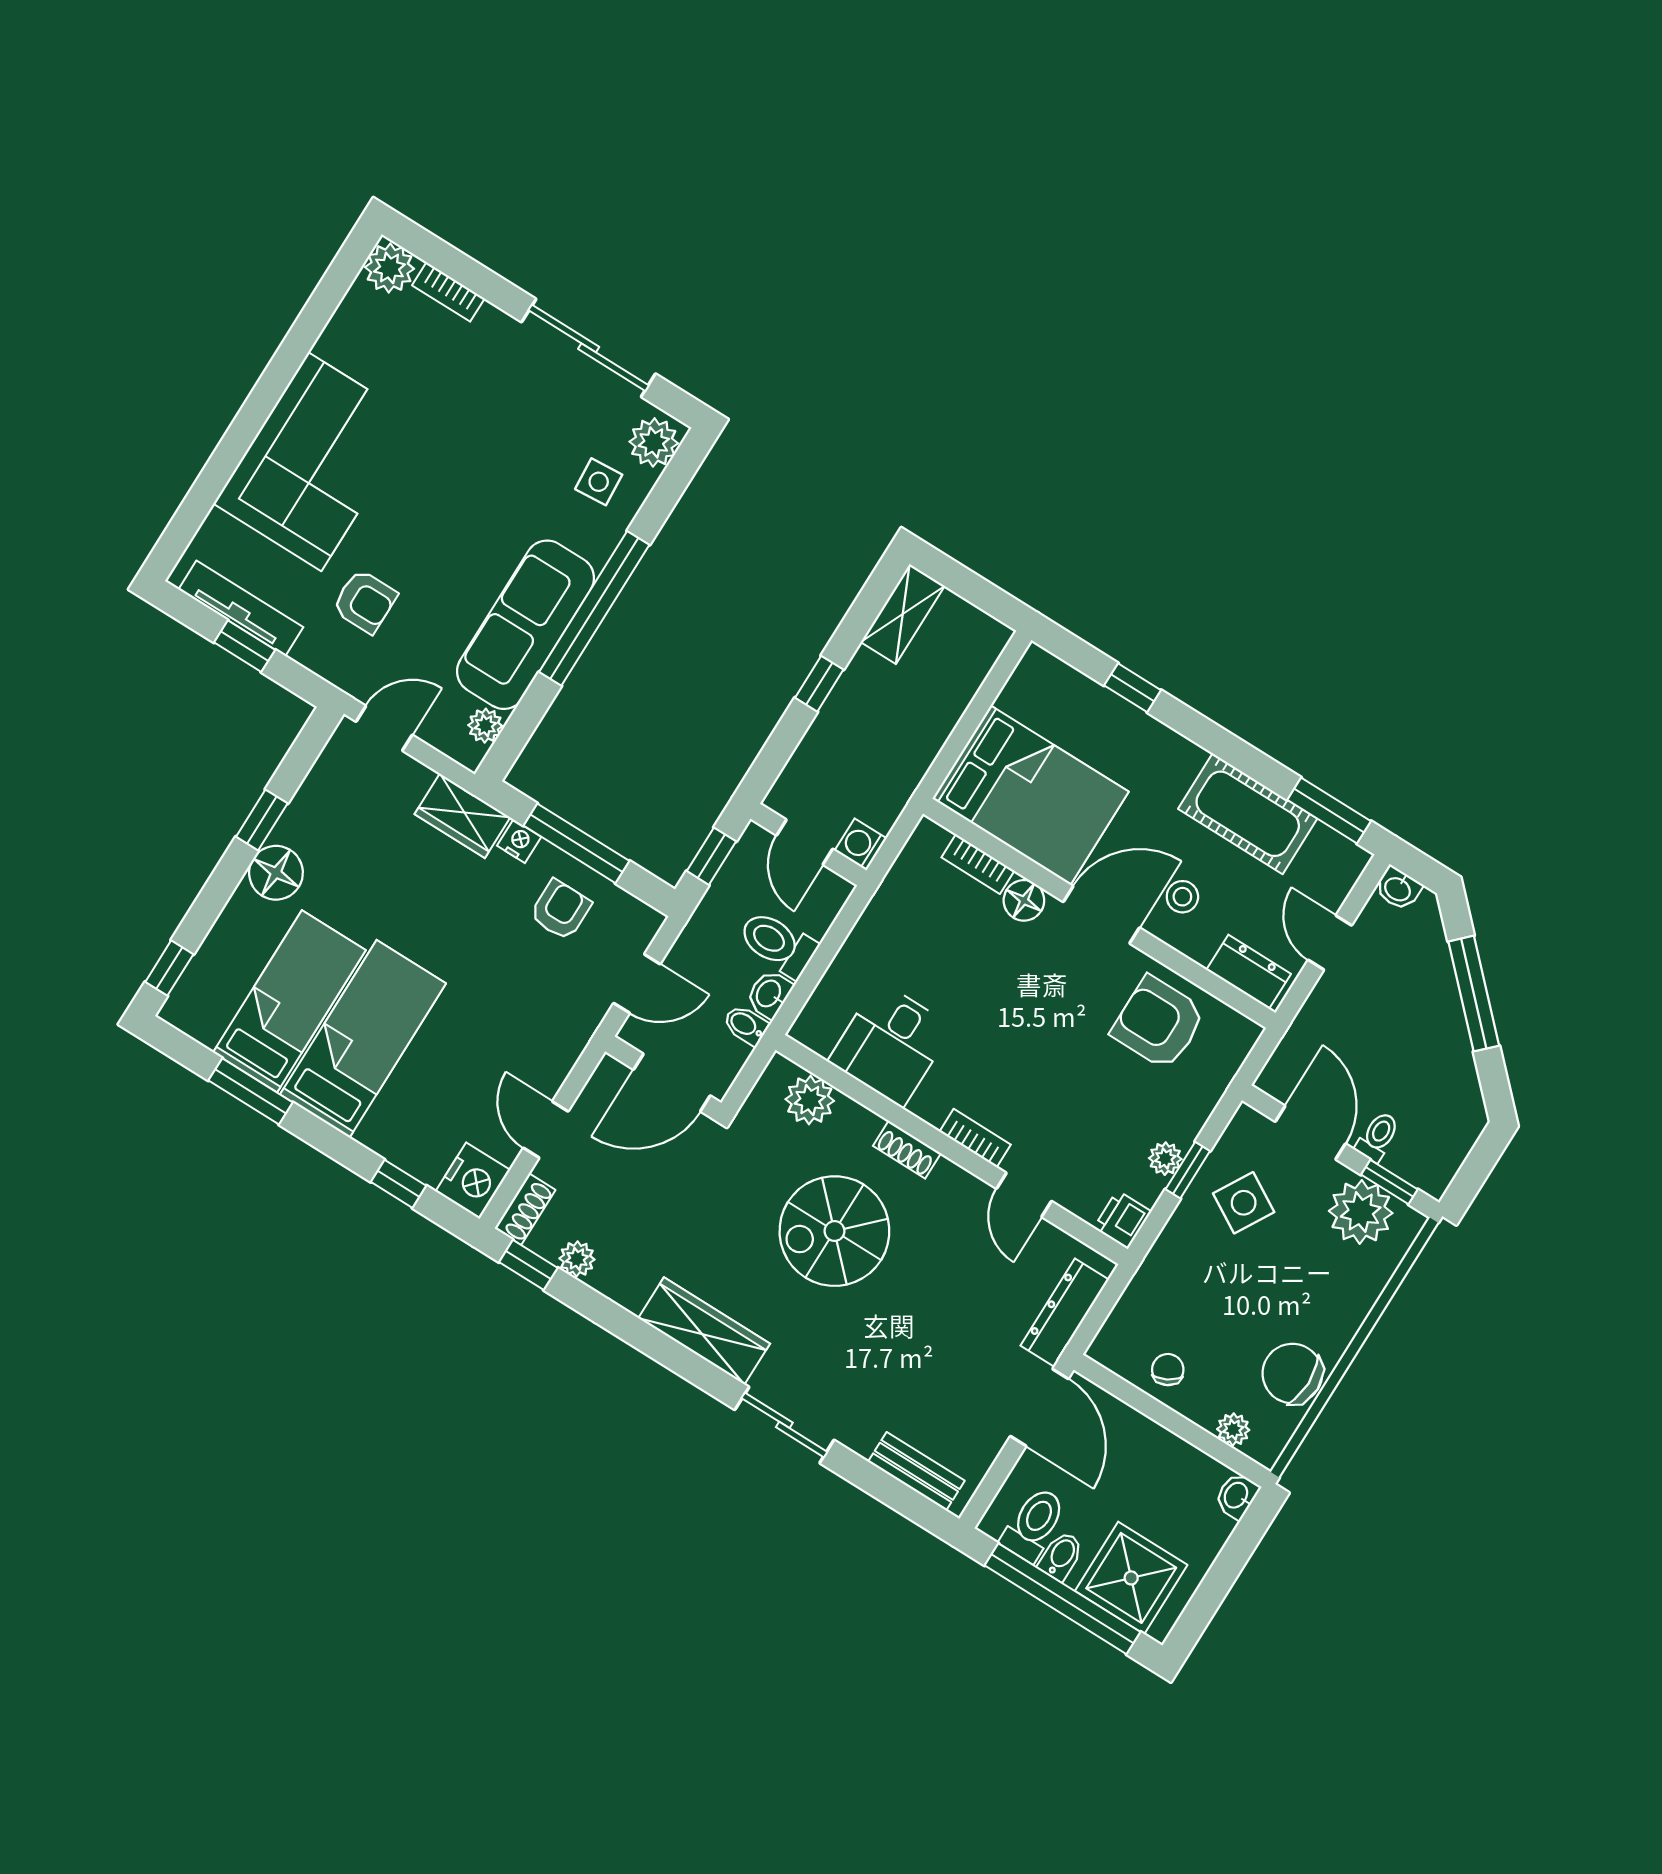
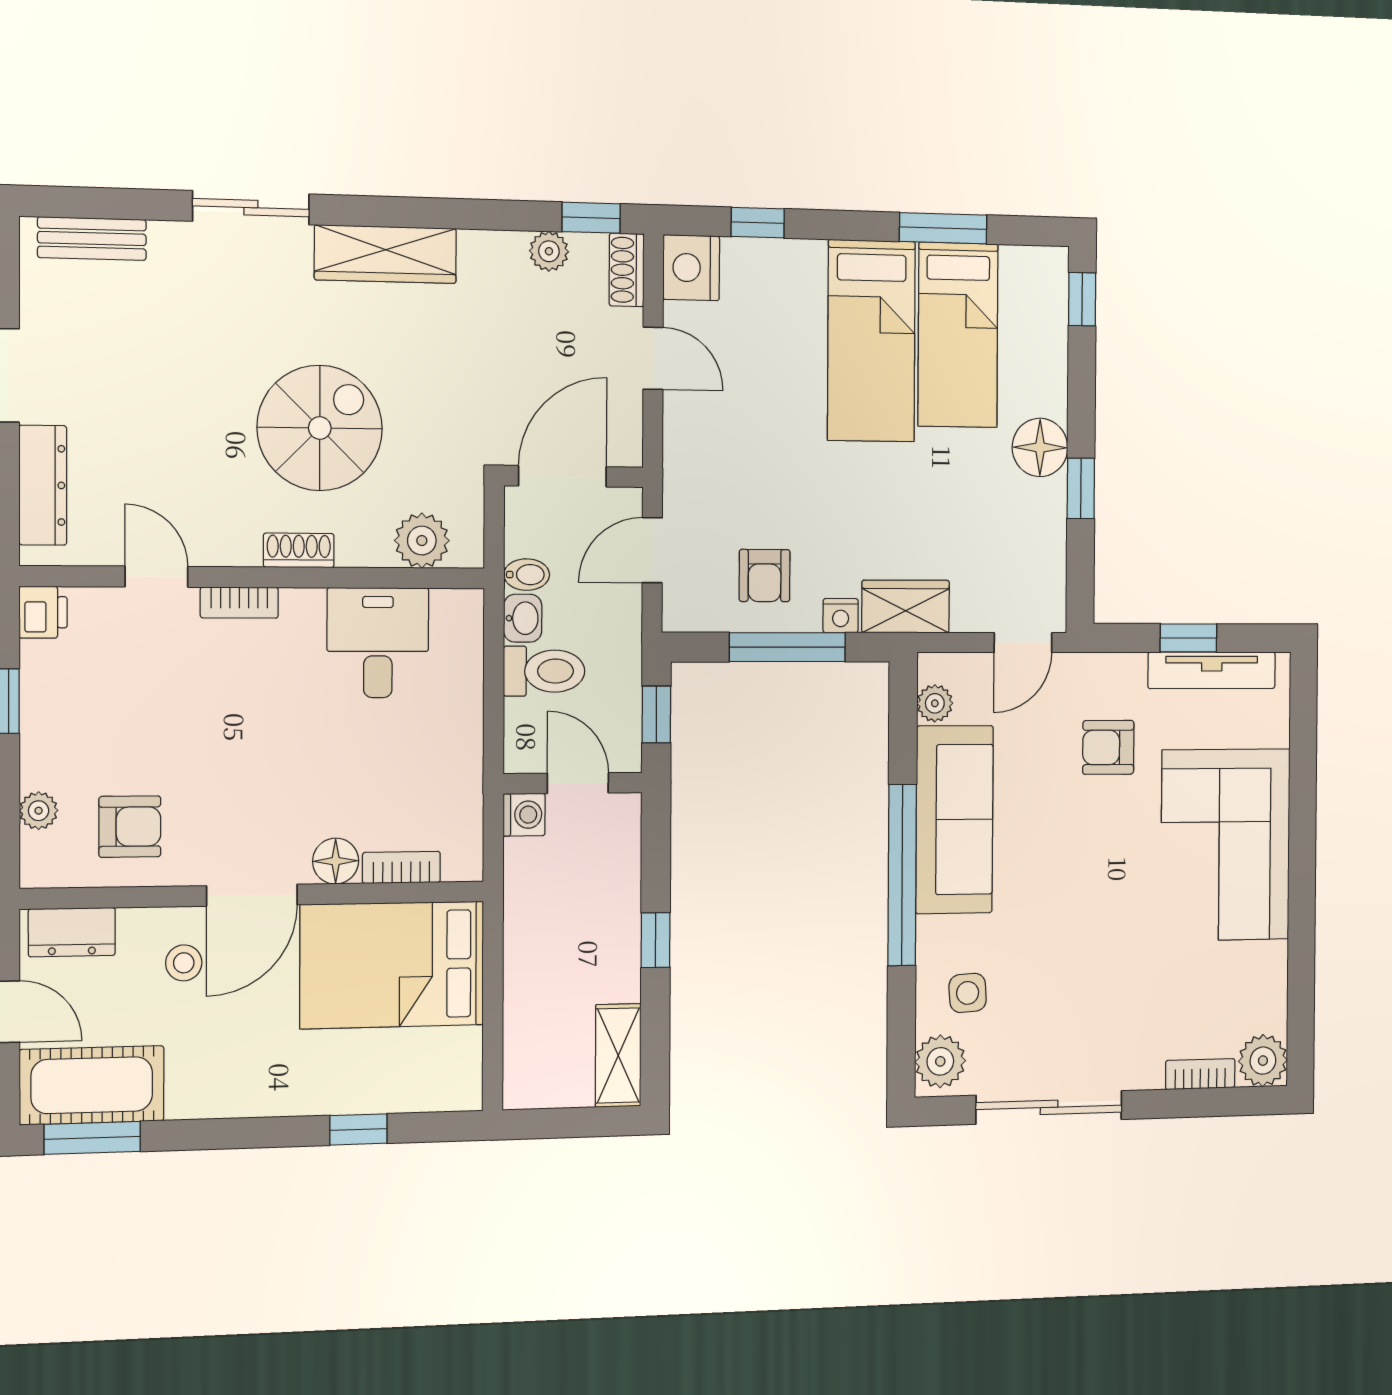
cot: (1248, 814) -> (92, 1085), moved
armchair: (1158, 1023) -> (130, 827), width x0.72, depth x0.72
plant: (1165, 1159) -> (39, 811), moved

